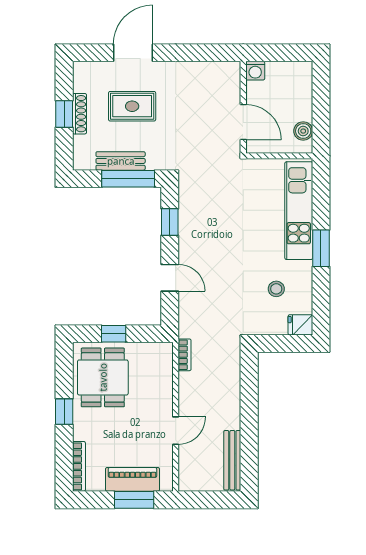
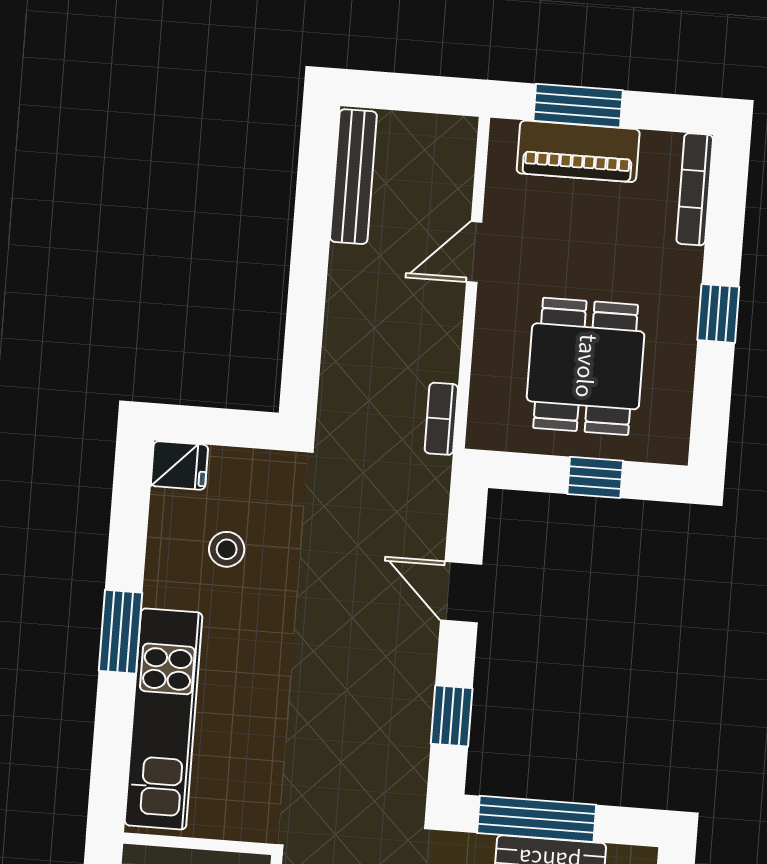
dining table: (103, 377) -> (586, 366), moved

